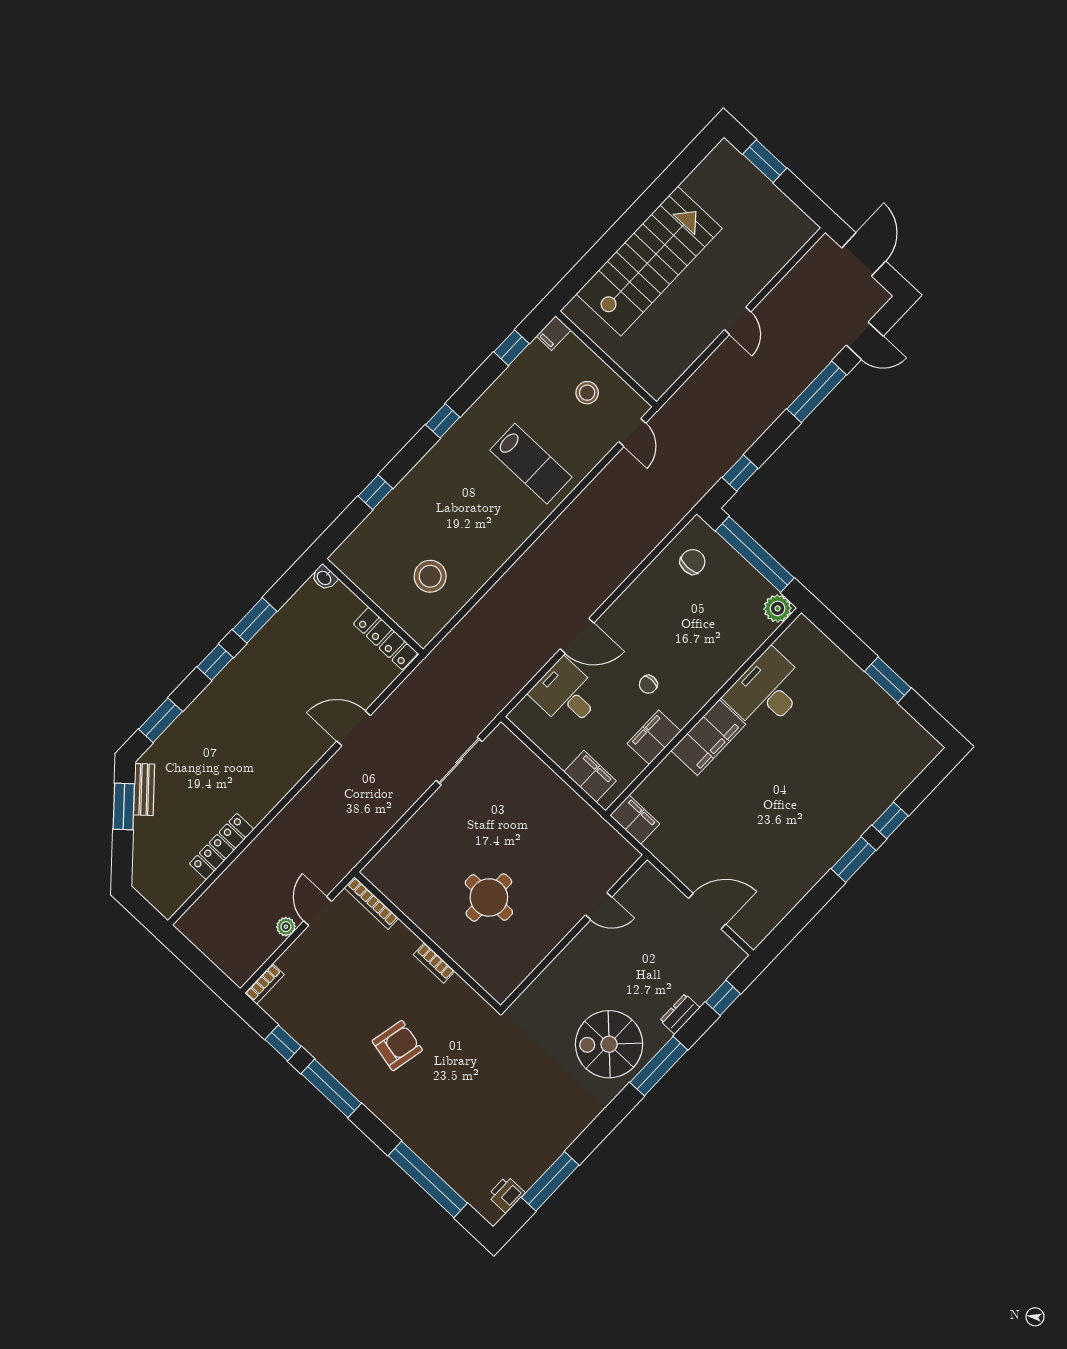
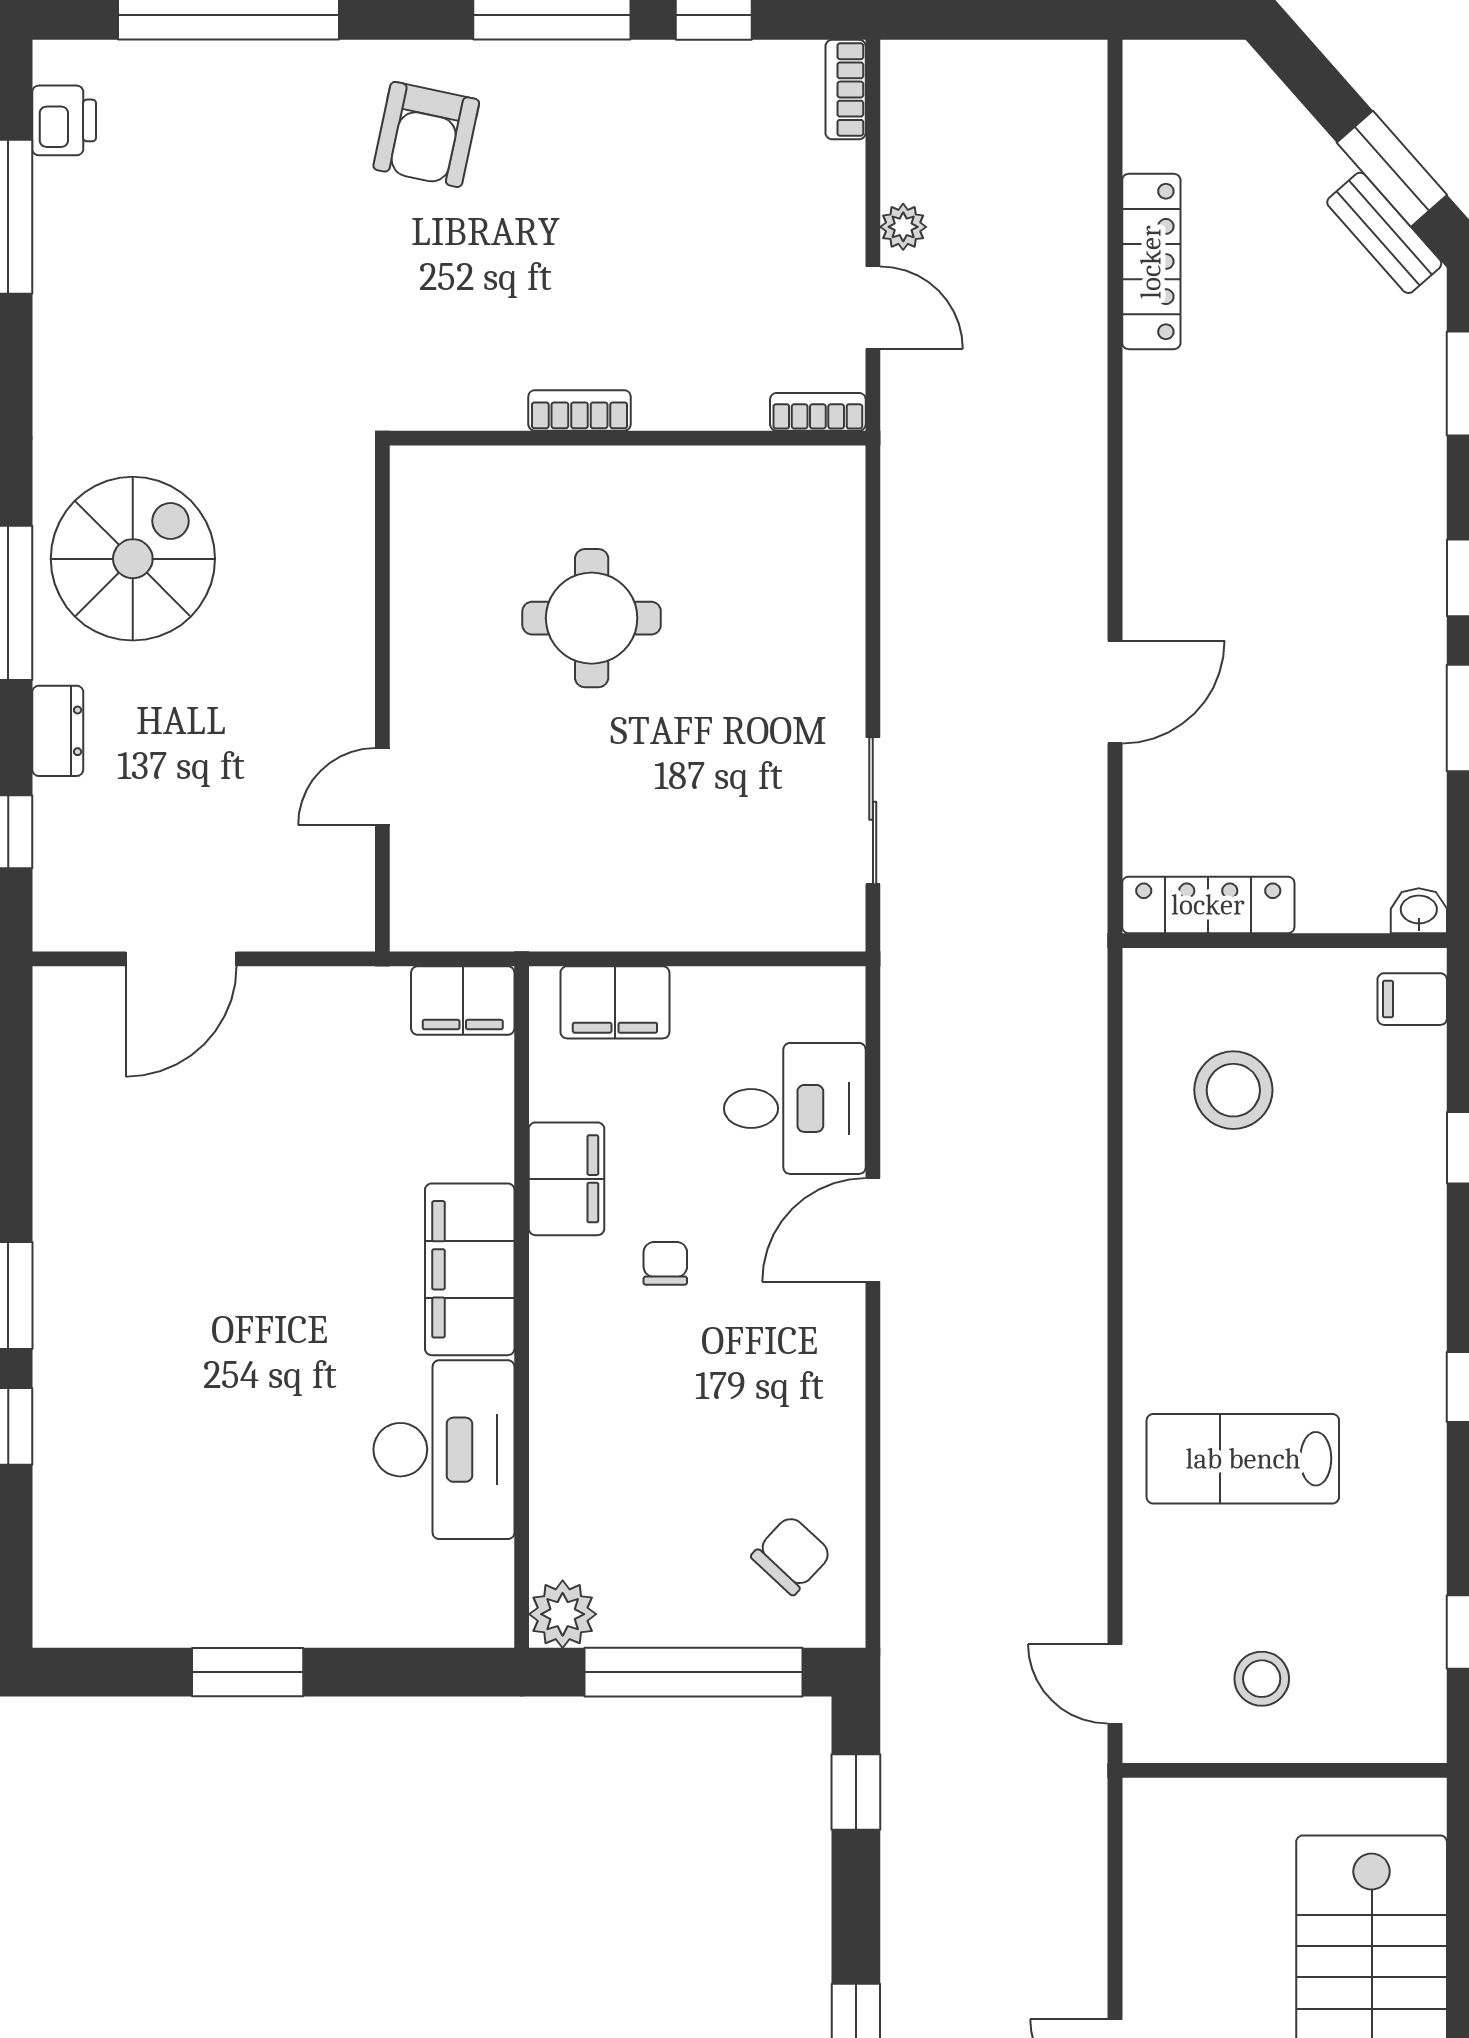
filing cabinet: (554, 333) -> (1412, 999), moved, turned -90
chair: (693, 562) -> (792, 1555), turned -137
bookcase: (371, 903) -> (818, 412), width x0.64
armchair: (397, 1046) -> (426, 134), moved

